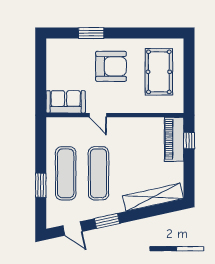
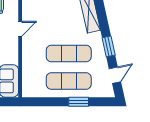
door: (98, 115) -> (20, 29), moved

